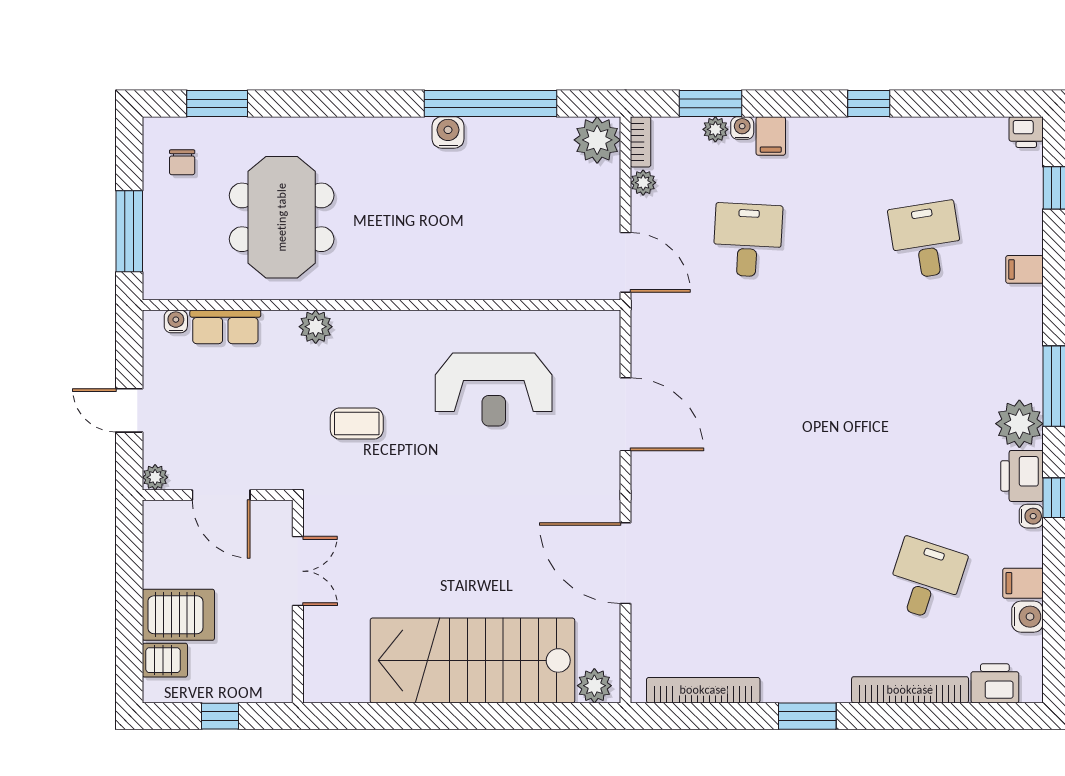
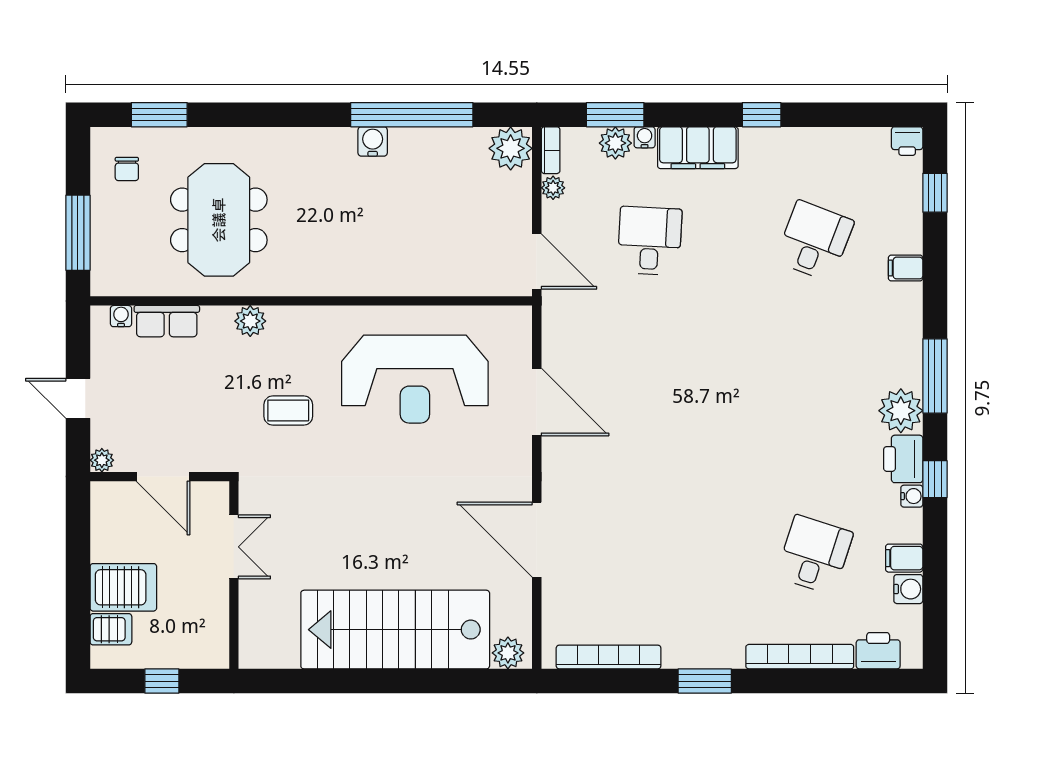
plant: (715, 129) -> (615, 143), width x1.38, depth x1.38
filing cabinet: (771, 136) -> (698, 148), width x3.00, depth x1.17
desk: (926, 240) -> (814, 241), turned 30
reception desk: (494, 390) -> (415, 379), width x1.36, depth x1.30

